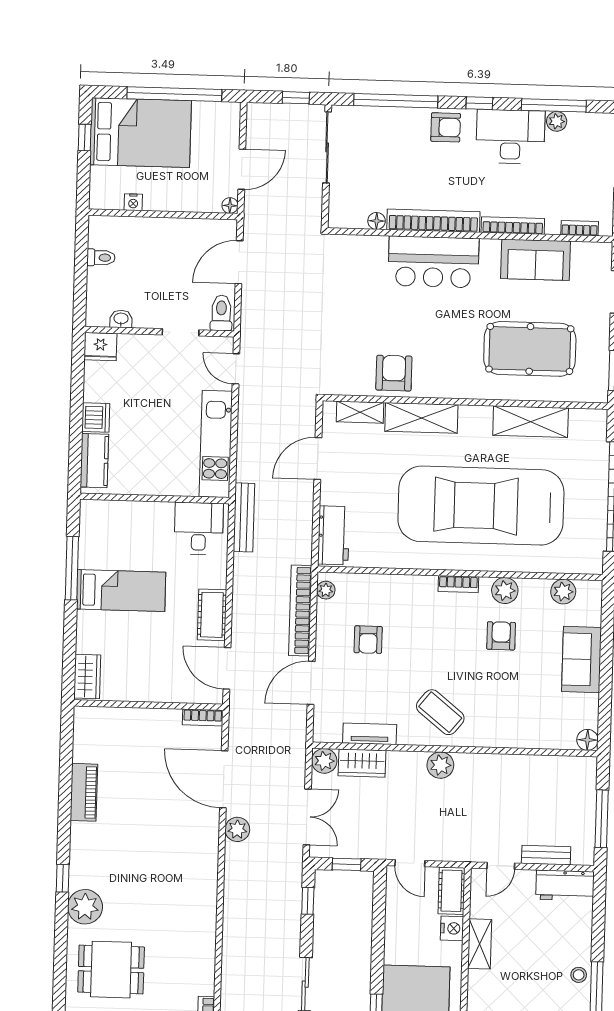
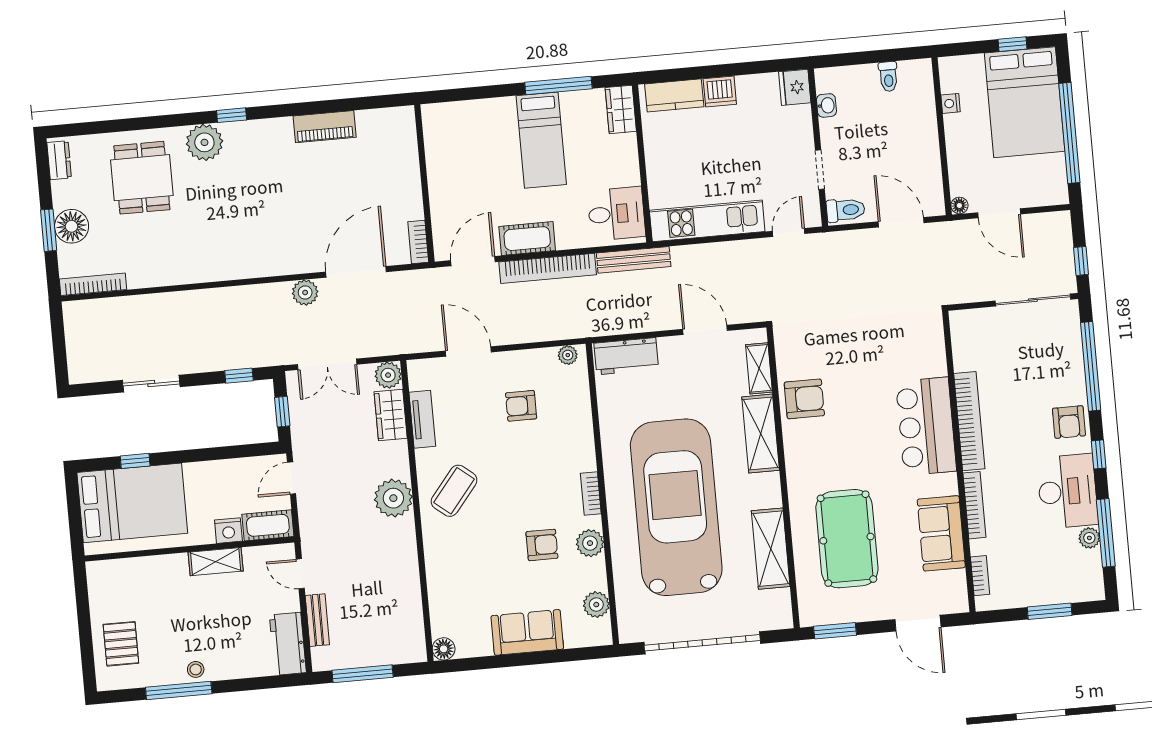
floor lamp: (377, 221) -> (962, 361), removed
bookcase: (300, 610) -> (548, 268), moved, turned 180
wardrobe: (87, 677) -> (621, 109), moved, turned 90
plant: (440, 765) -> (393, 498), width x1.36, depth x1.36

